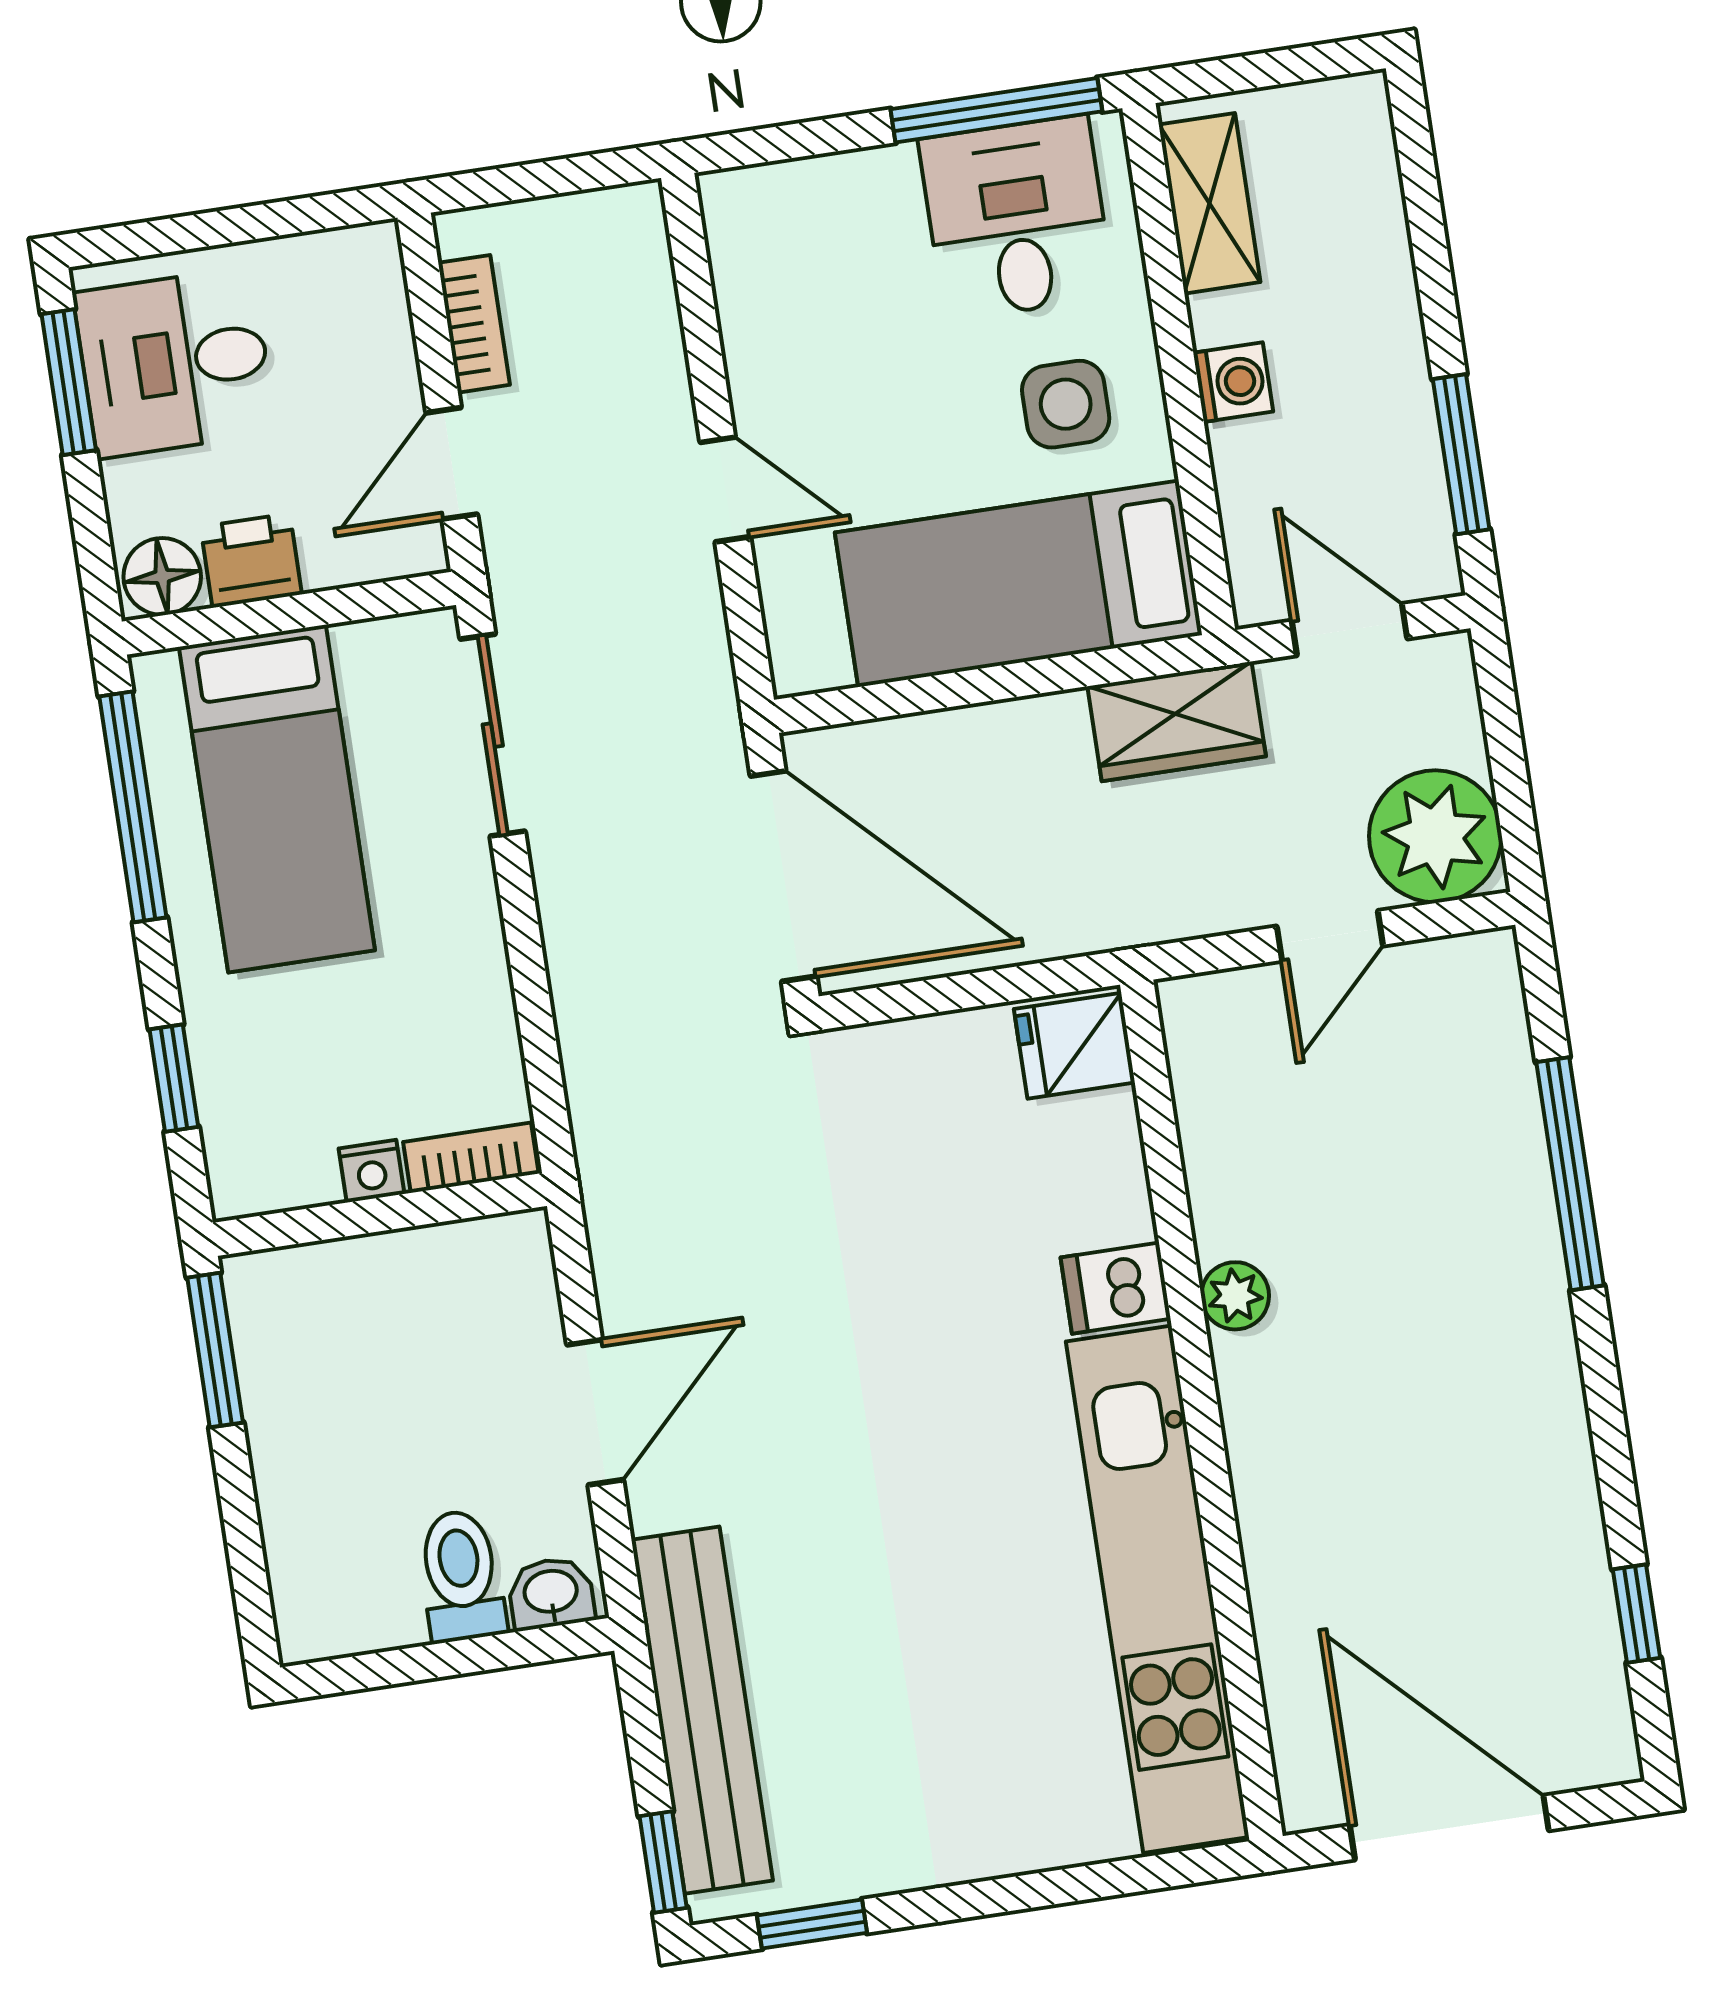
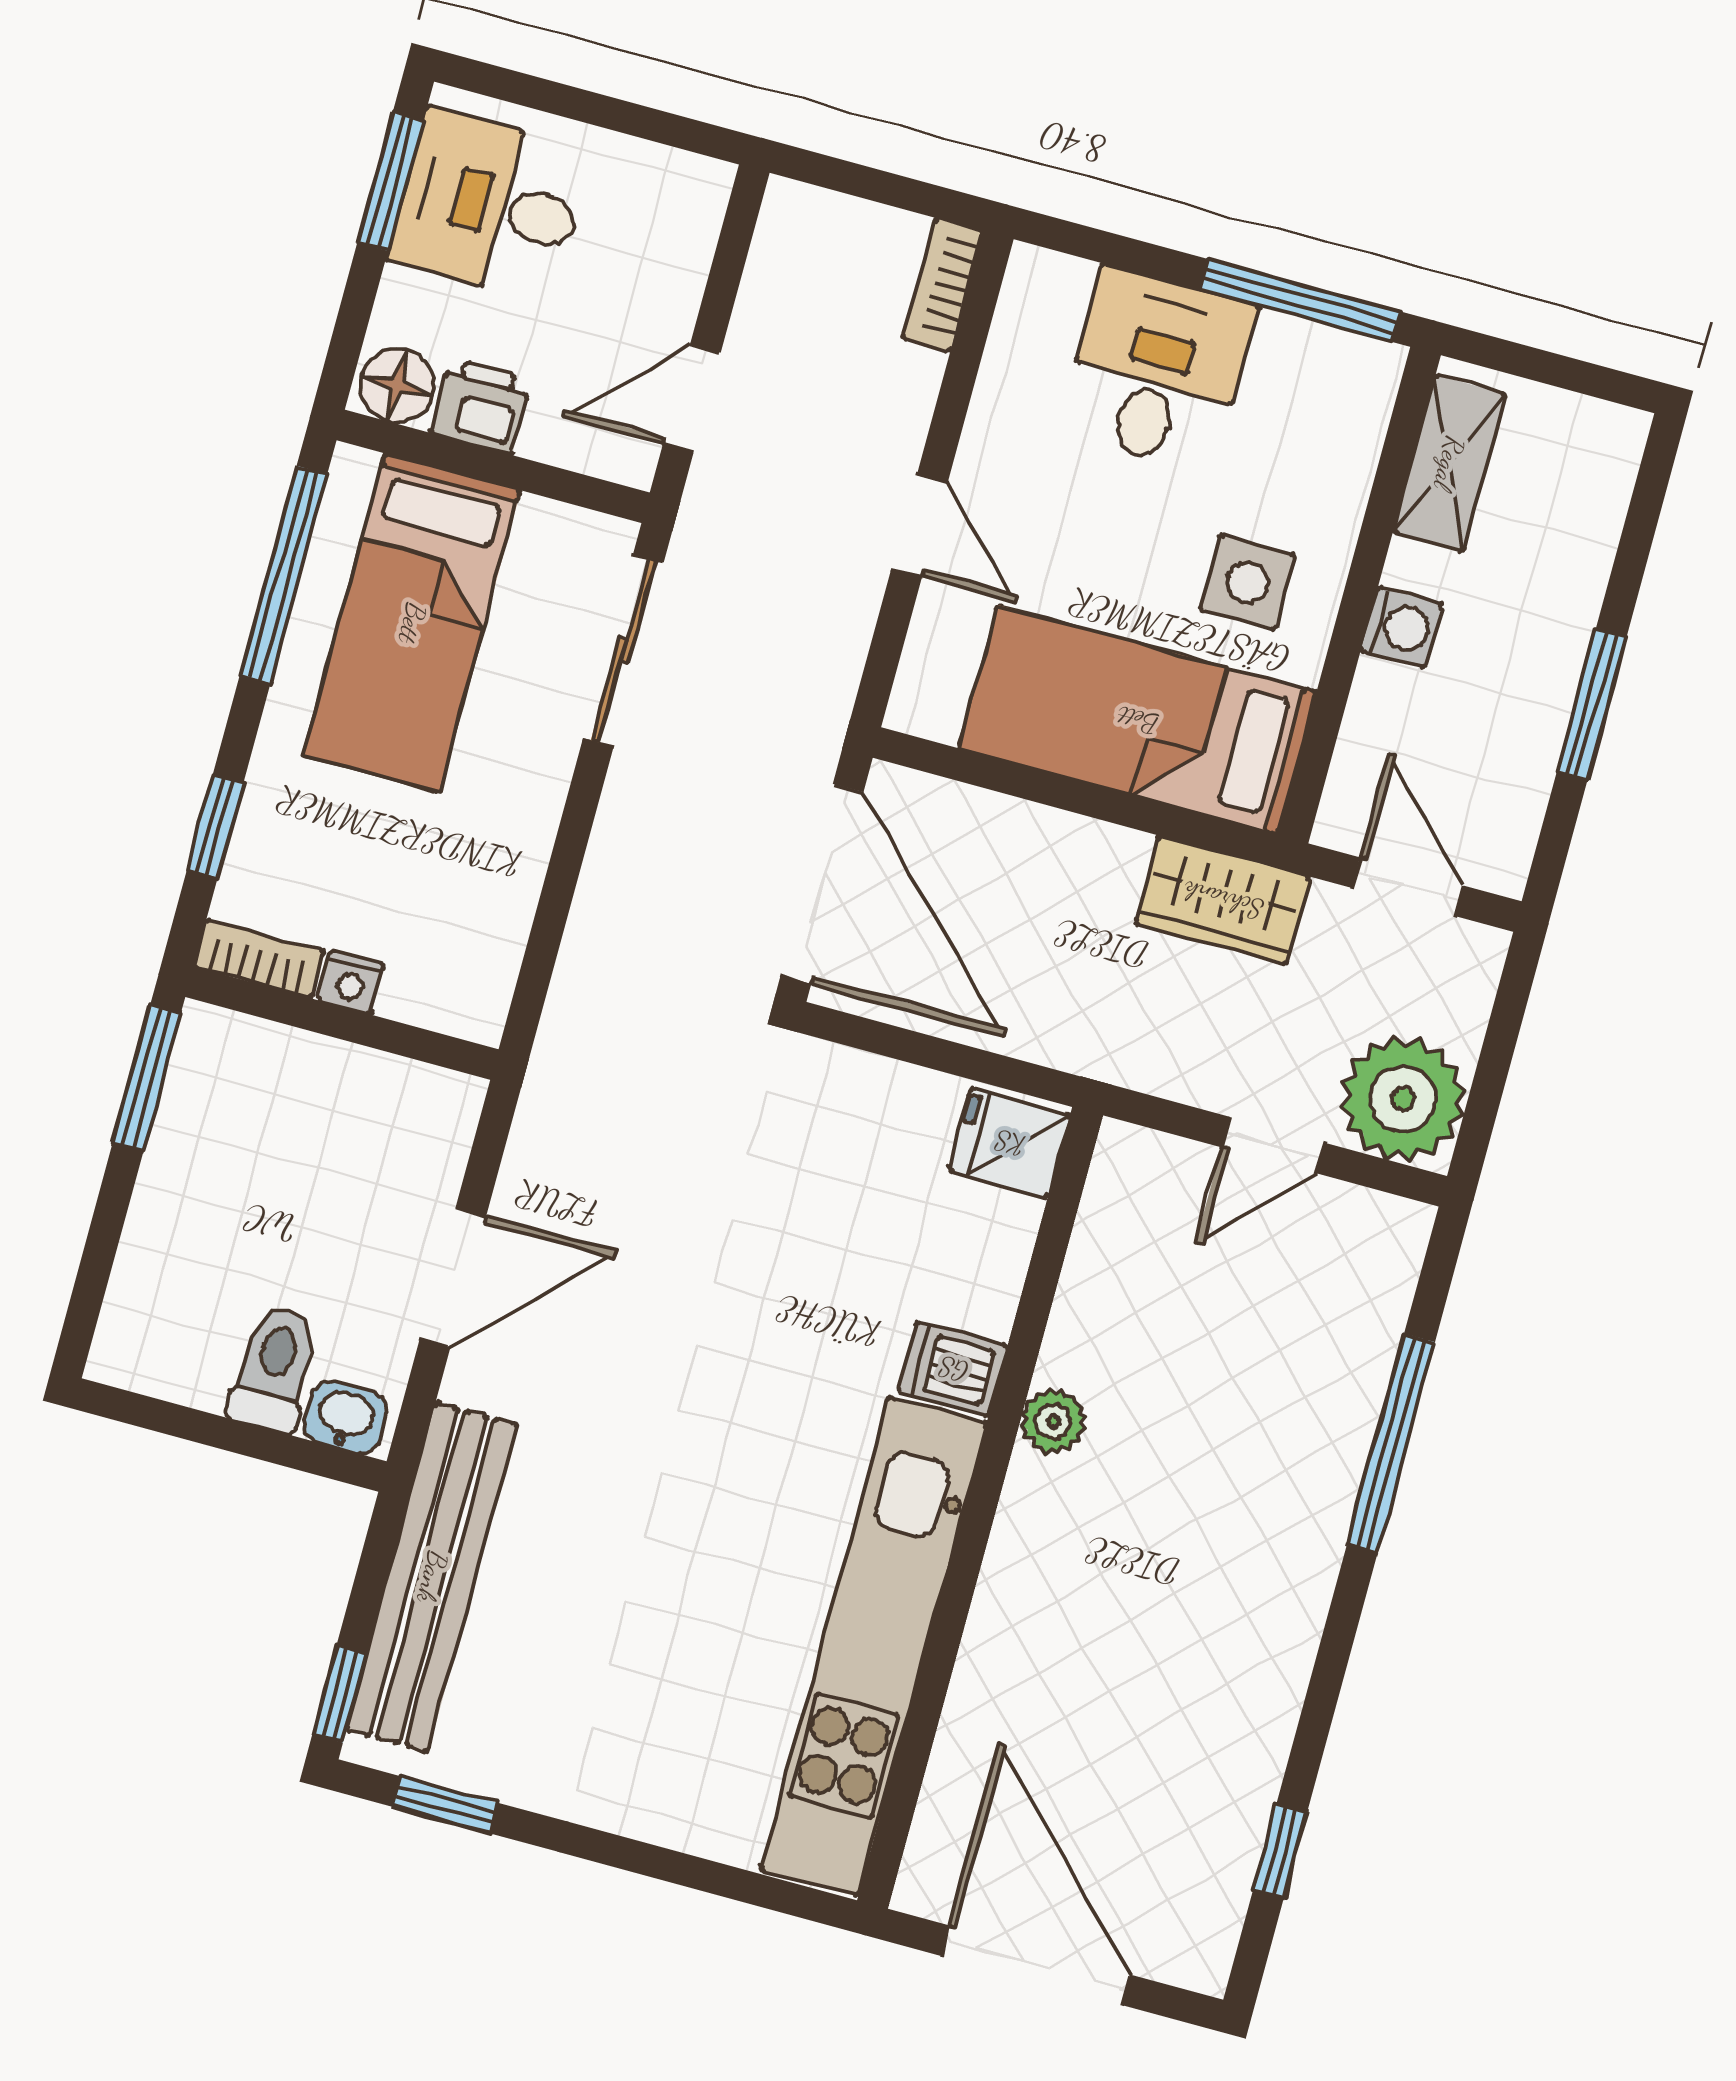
desk: (1016, 218) -> (1158, 369), moved
bookcase: (474, 324) -> (943, 285), moved, turned 180
window: (1461, 454) -> (1592, 704), moved
bookcase: (471, 1158) -> (259, 959), moved

